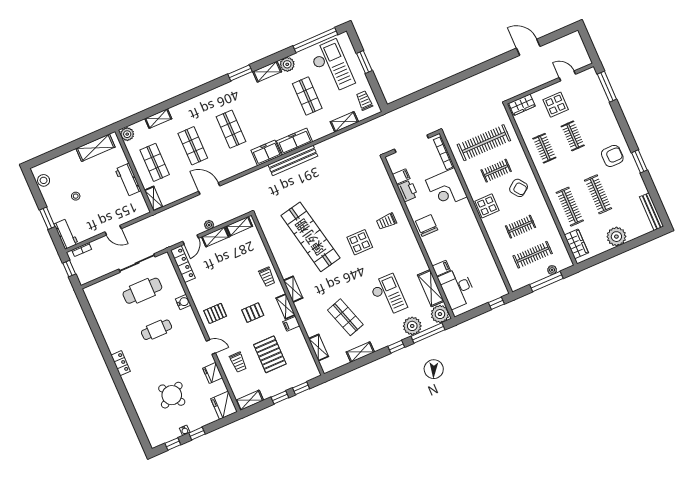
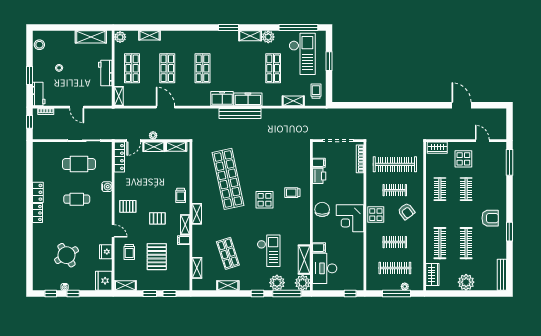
corner desk: (446, 188) -> (350, 218), moved
locker: (111, 341) -> (38, 192), added

